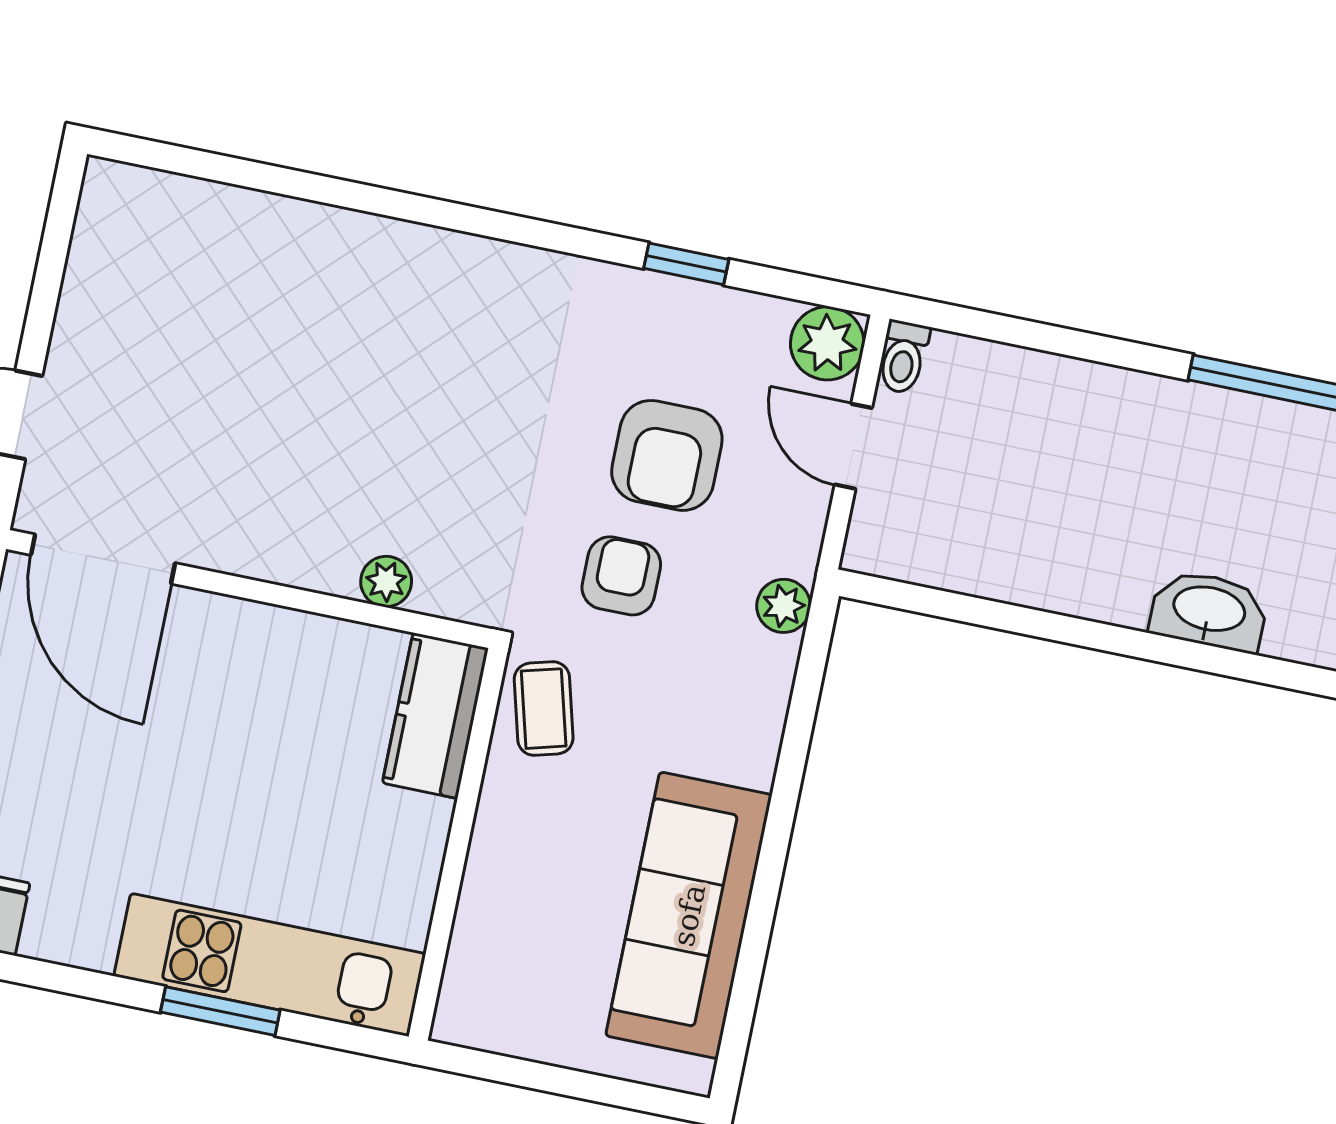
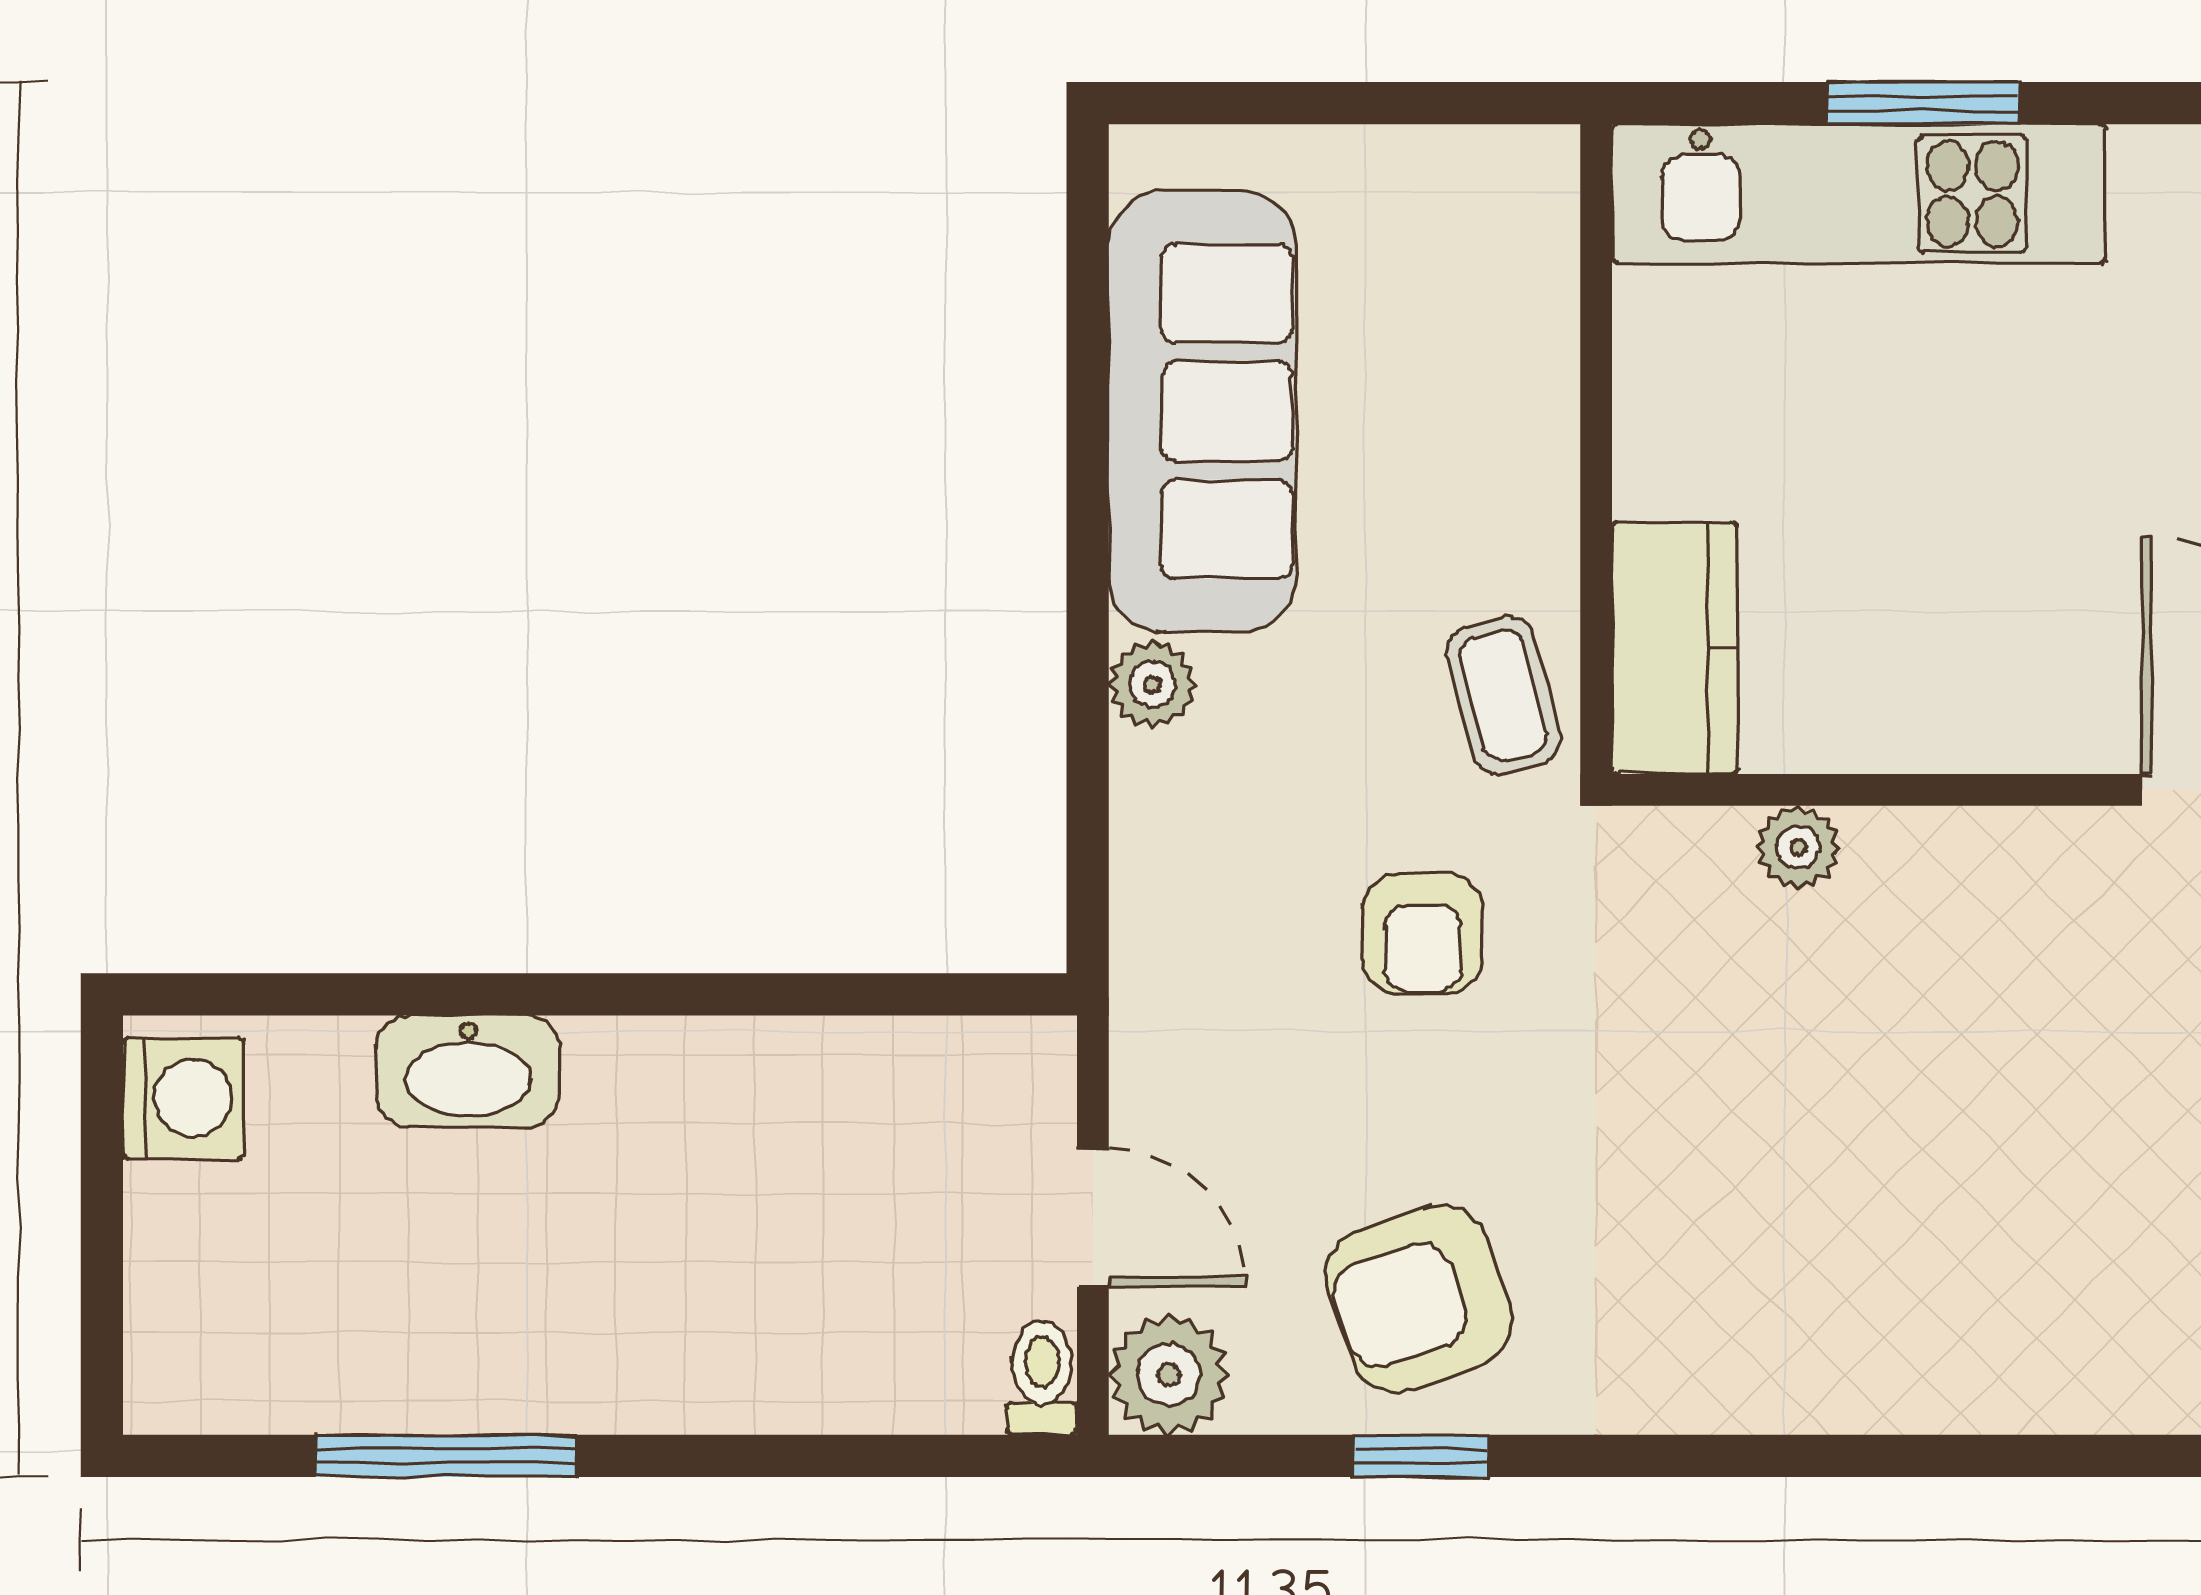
armchair: (667, 455) -> (1419, 1298), moved, turned -109
plant: (784, 606) -> (1152, 684), moved

